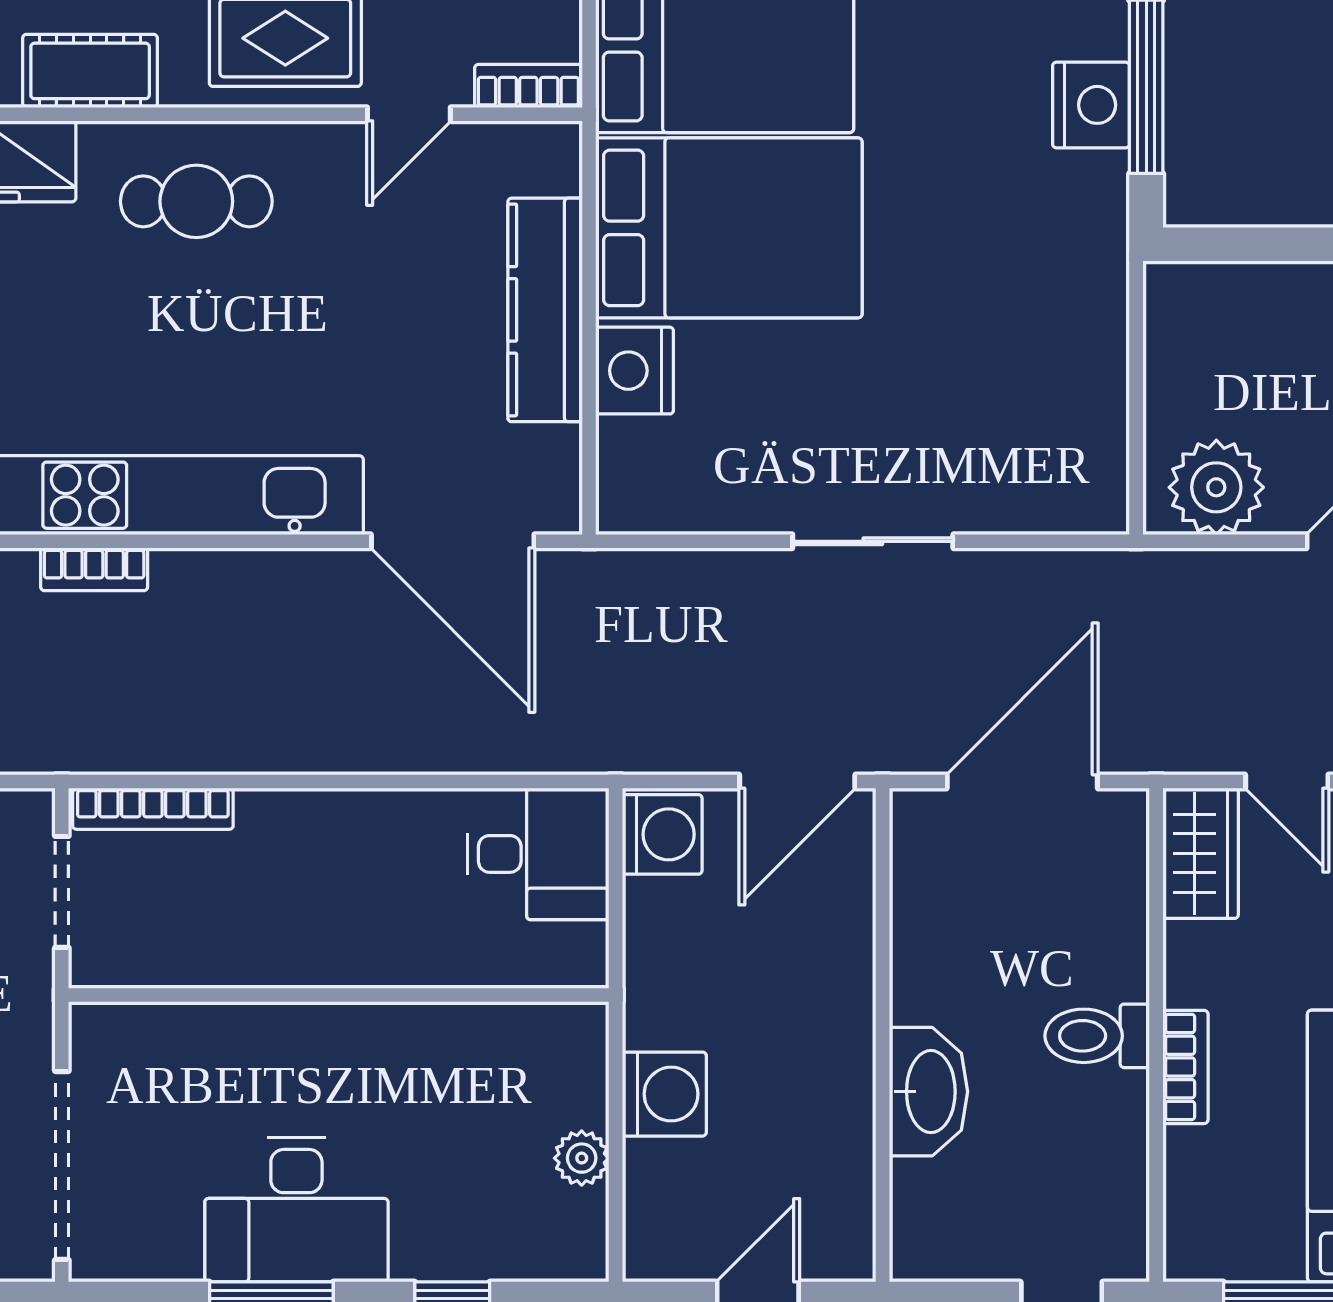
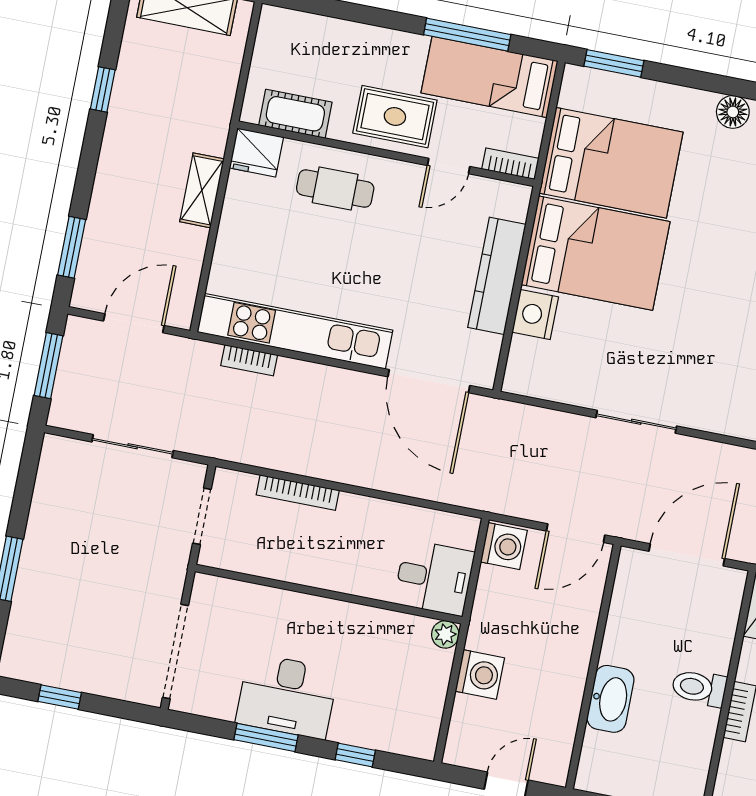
bookcase: (153, 809) -> (298, 493), moved
desk: (538, 854) -> (434, 578), moved
plant: (582, 1158) -> (445, 634), moved

